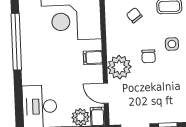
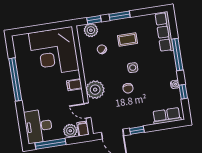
chair: (149, 56) -> (128, 88), moved

